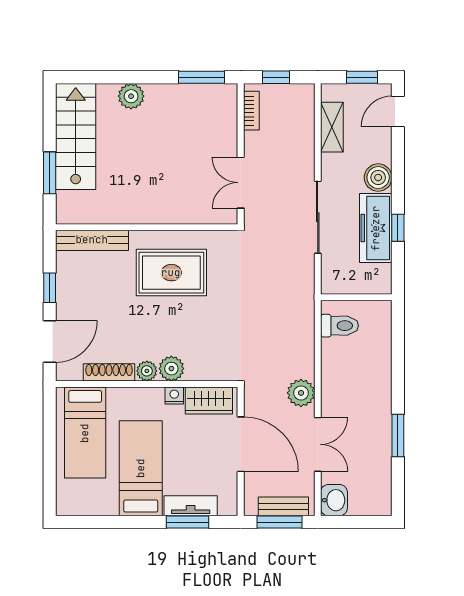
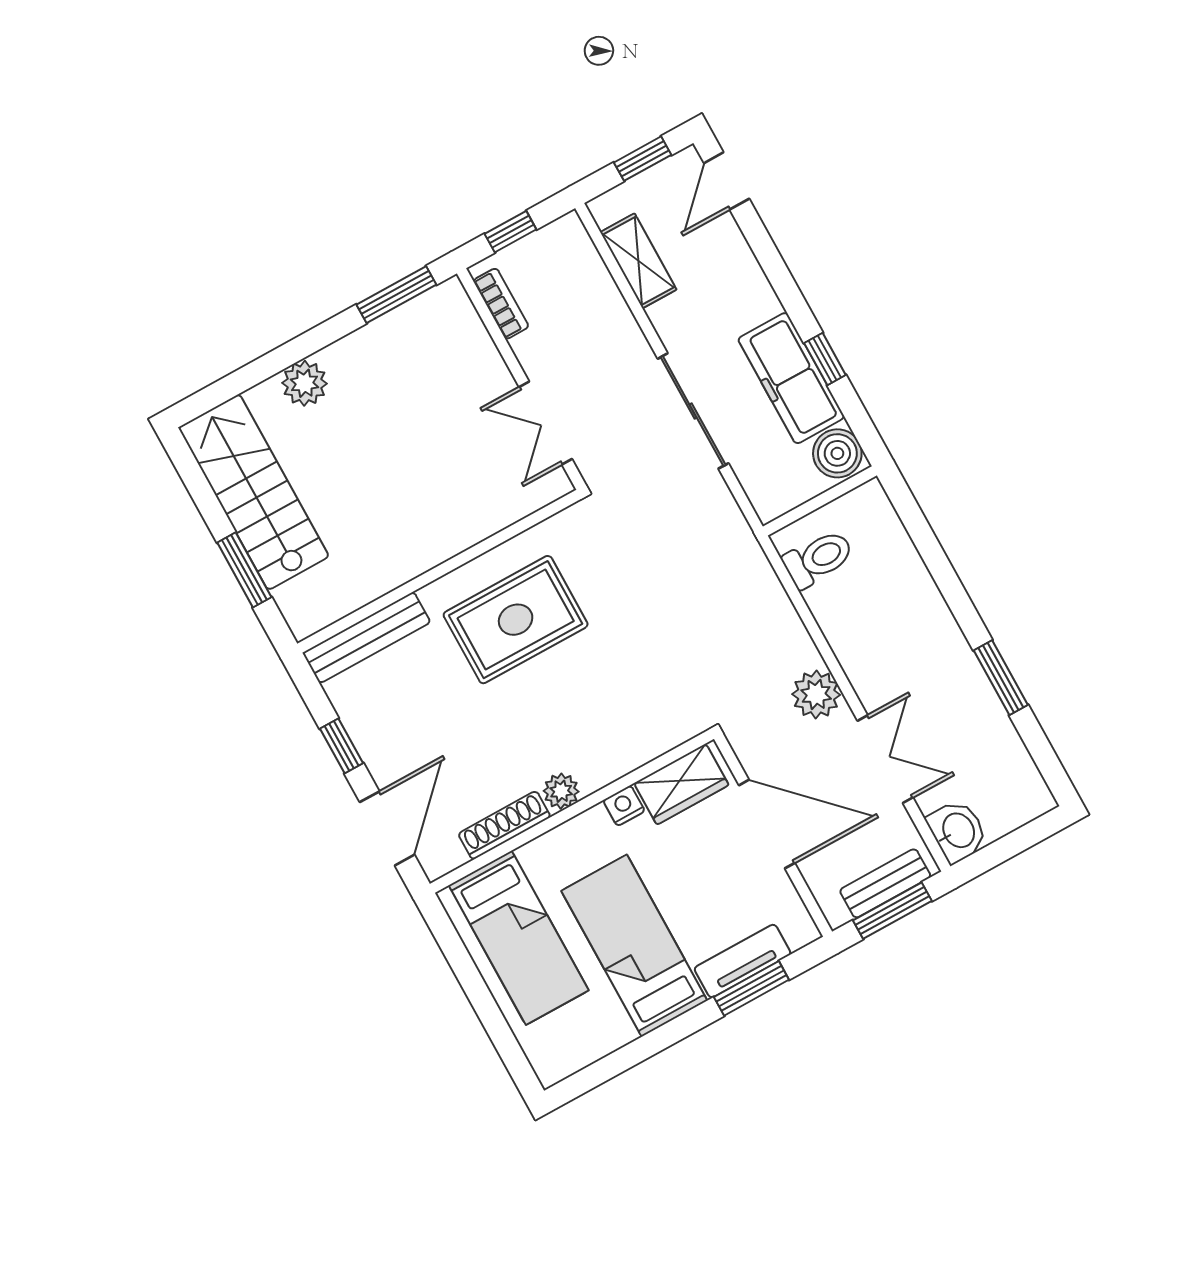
boiler: (378, 178) -> (837, 453), moved
plant: (171, 369) -> (597, 767), removed

